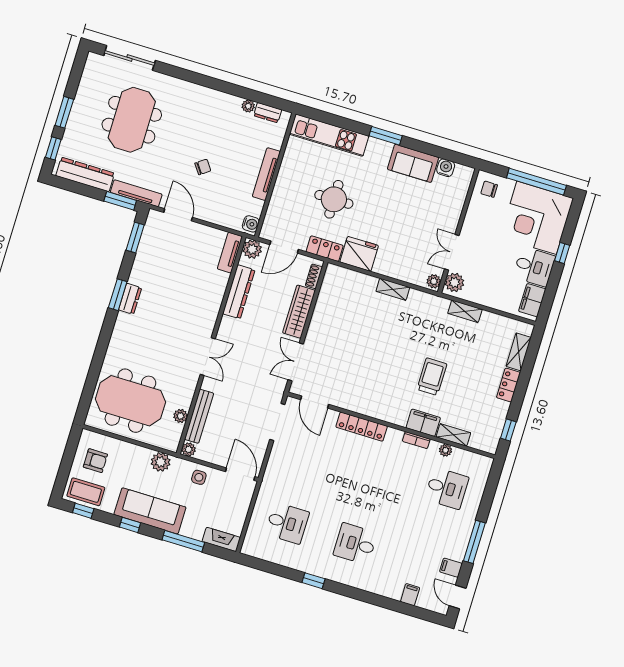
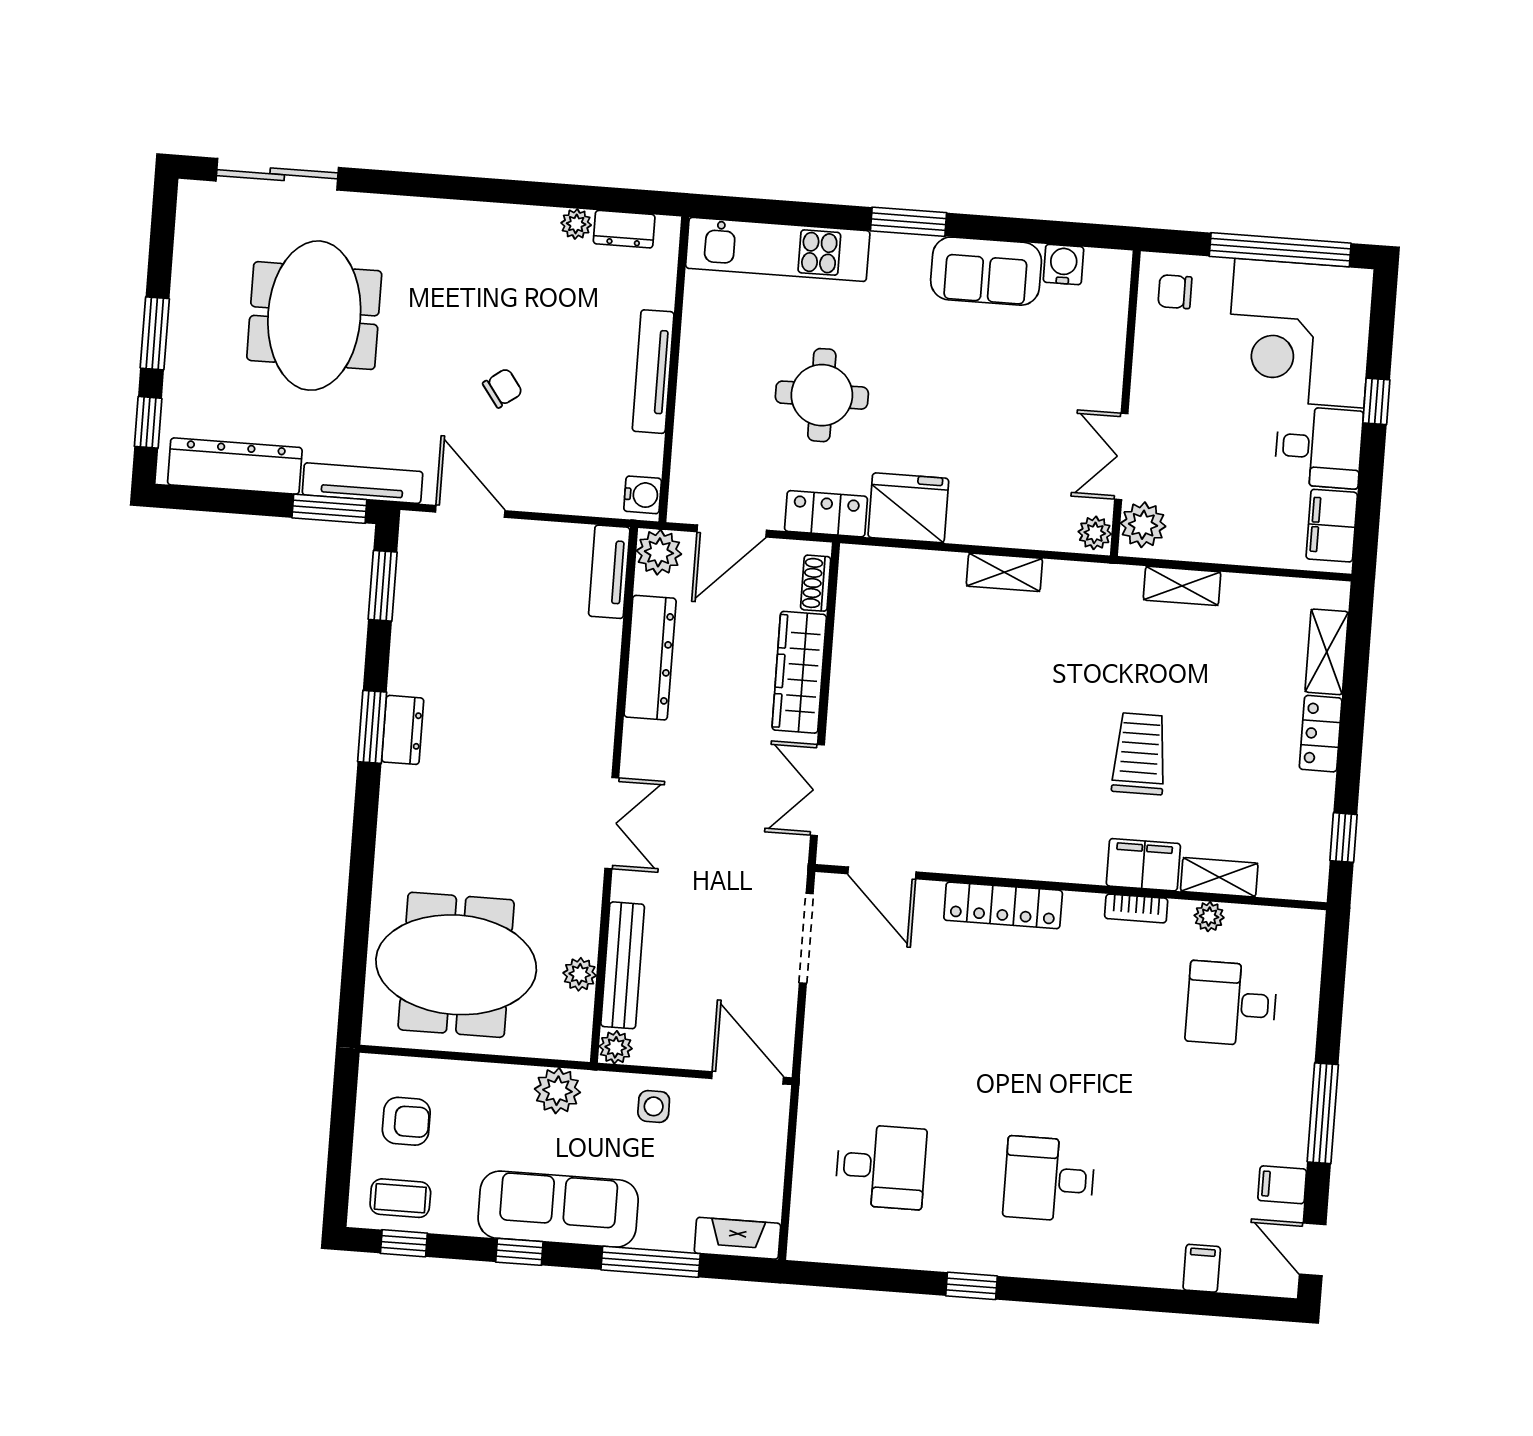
desk: (447, 488) -> (1231, 1004), turned 180
coffee table: (86, 492) -> (400, 1198), width x0.73, depth x0.77

